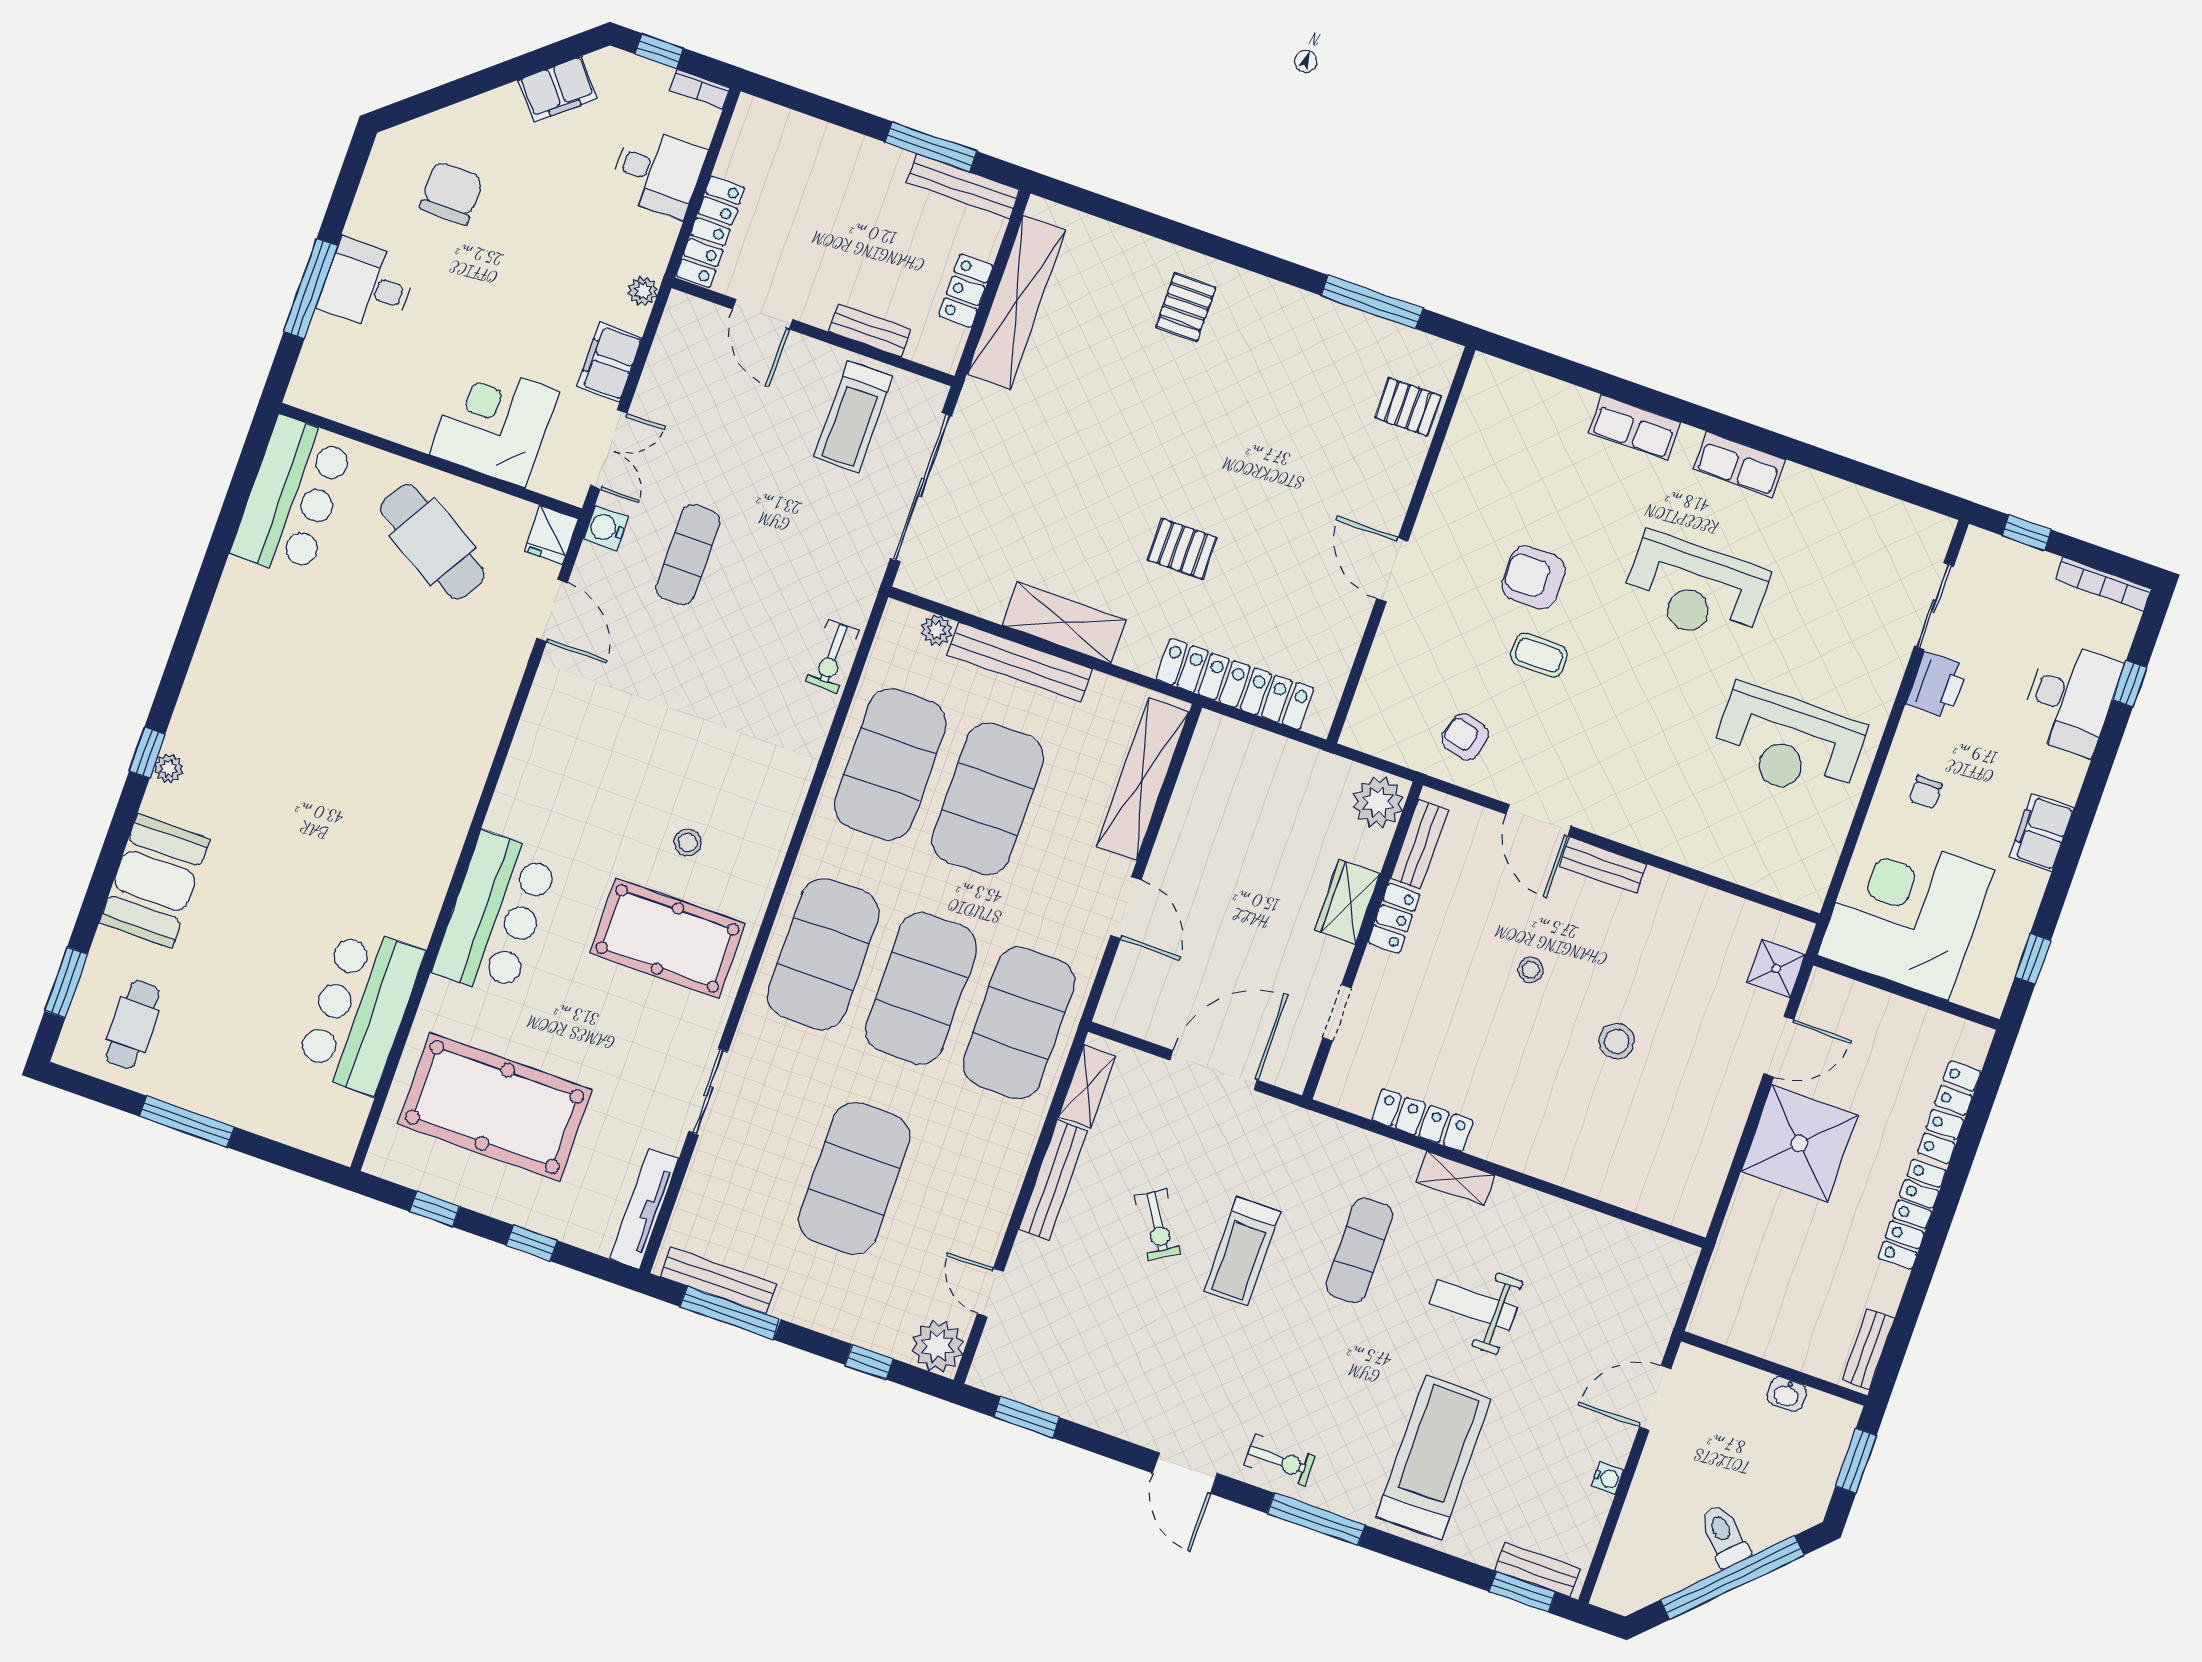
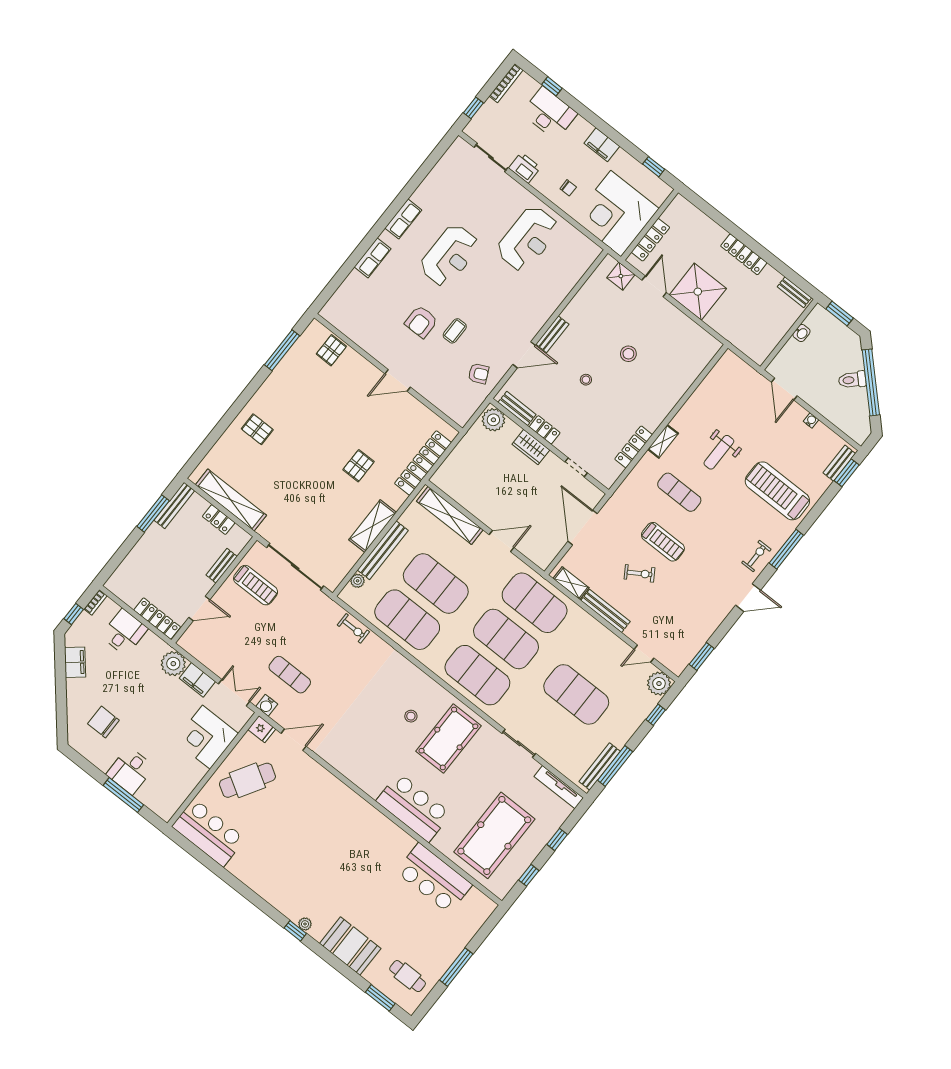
plant: (643, 291) -> (173, 664), width x1.87, depth x1.87
armchair: (1465, 737) -> (479, 374), turned -130
locker: (1949, 1112) -> (650, 240), moved, turned -90

